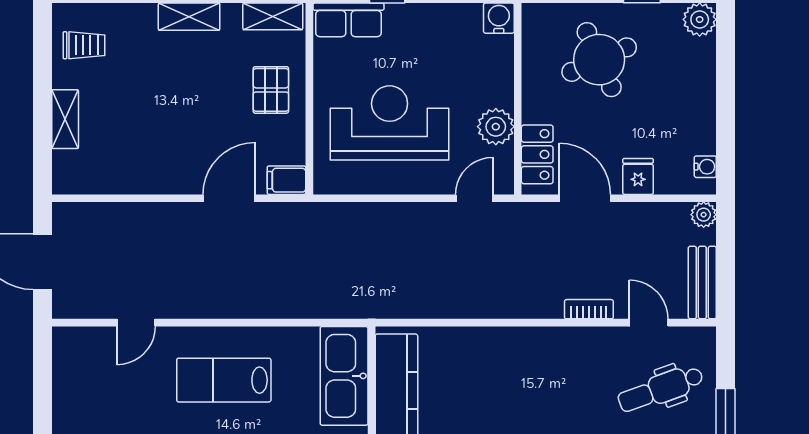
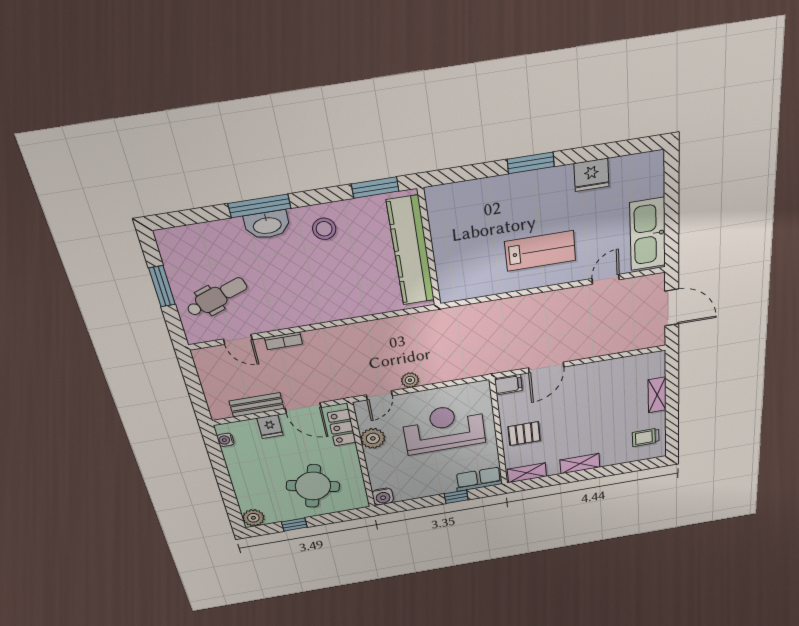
round table: (599, 60) -> (313, 486), turned 38
pallet: (271, 90) -> (524, 434), turned 90
reception desk: (390, 123) -> (444, 429), turned 180
plant: (704, 215) -> (410, 380), moved
bench: (702, 283) -> (257, 405), moved, turned 90
kitchen sink: (344, 376) -> (648, 234), moved, turned 180

